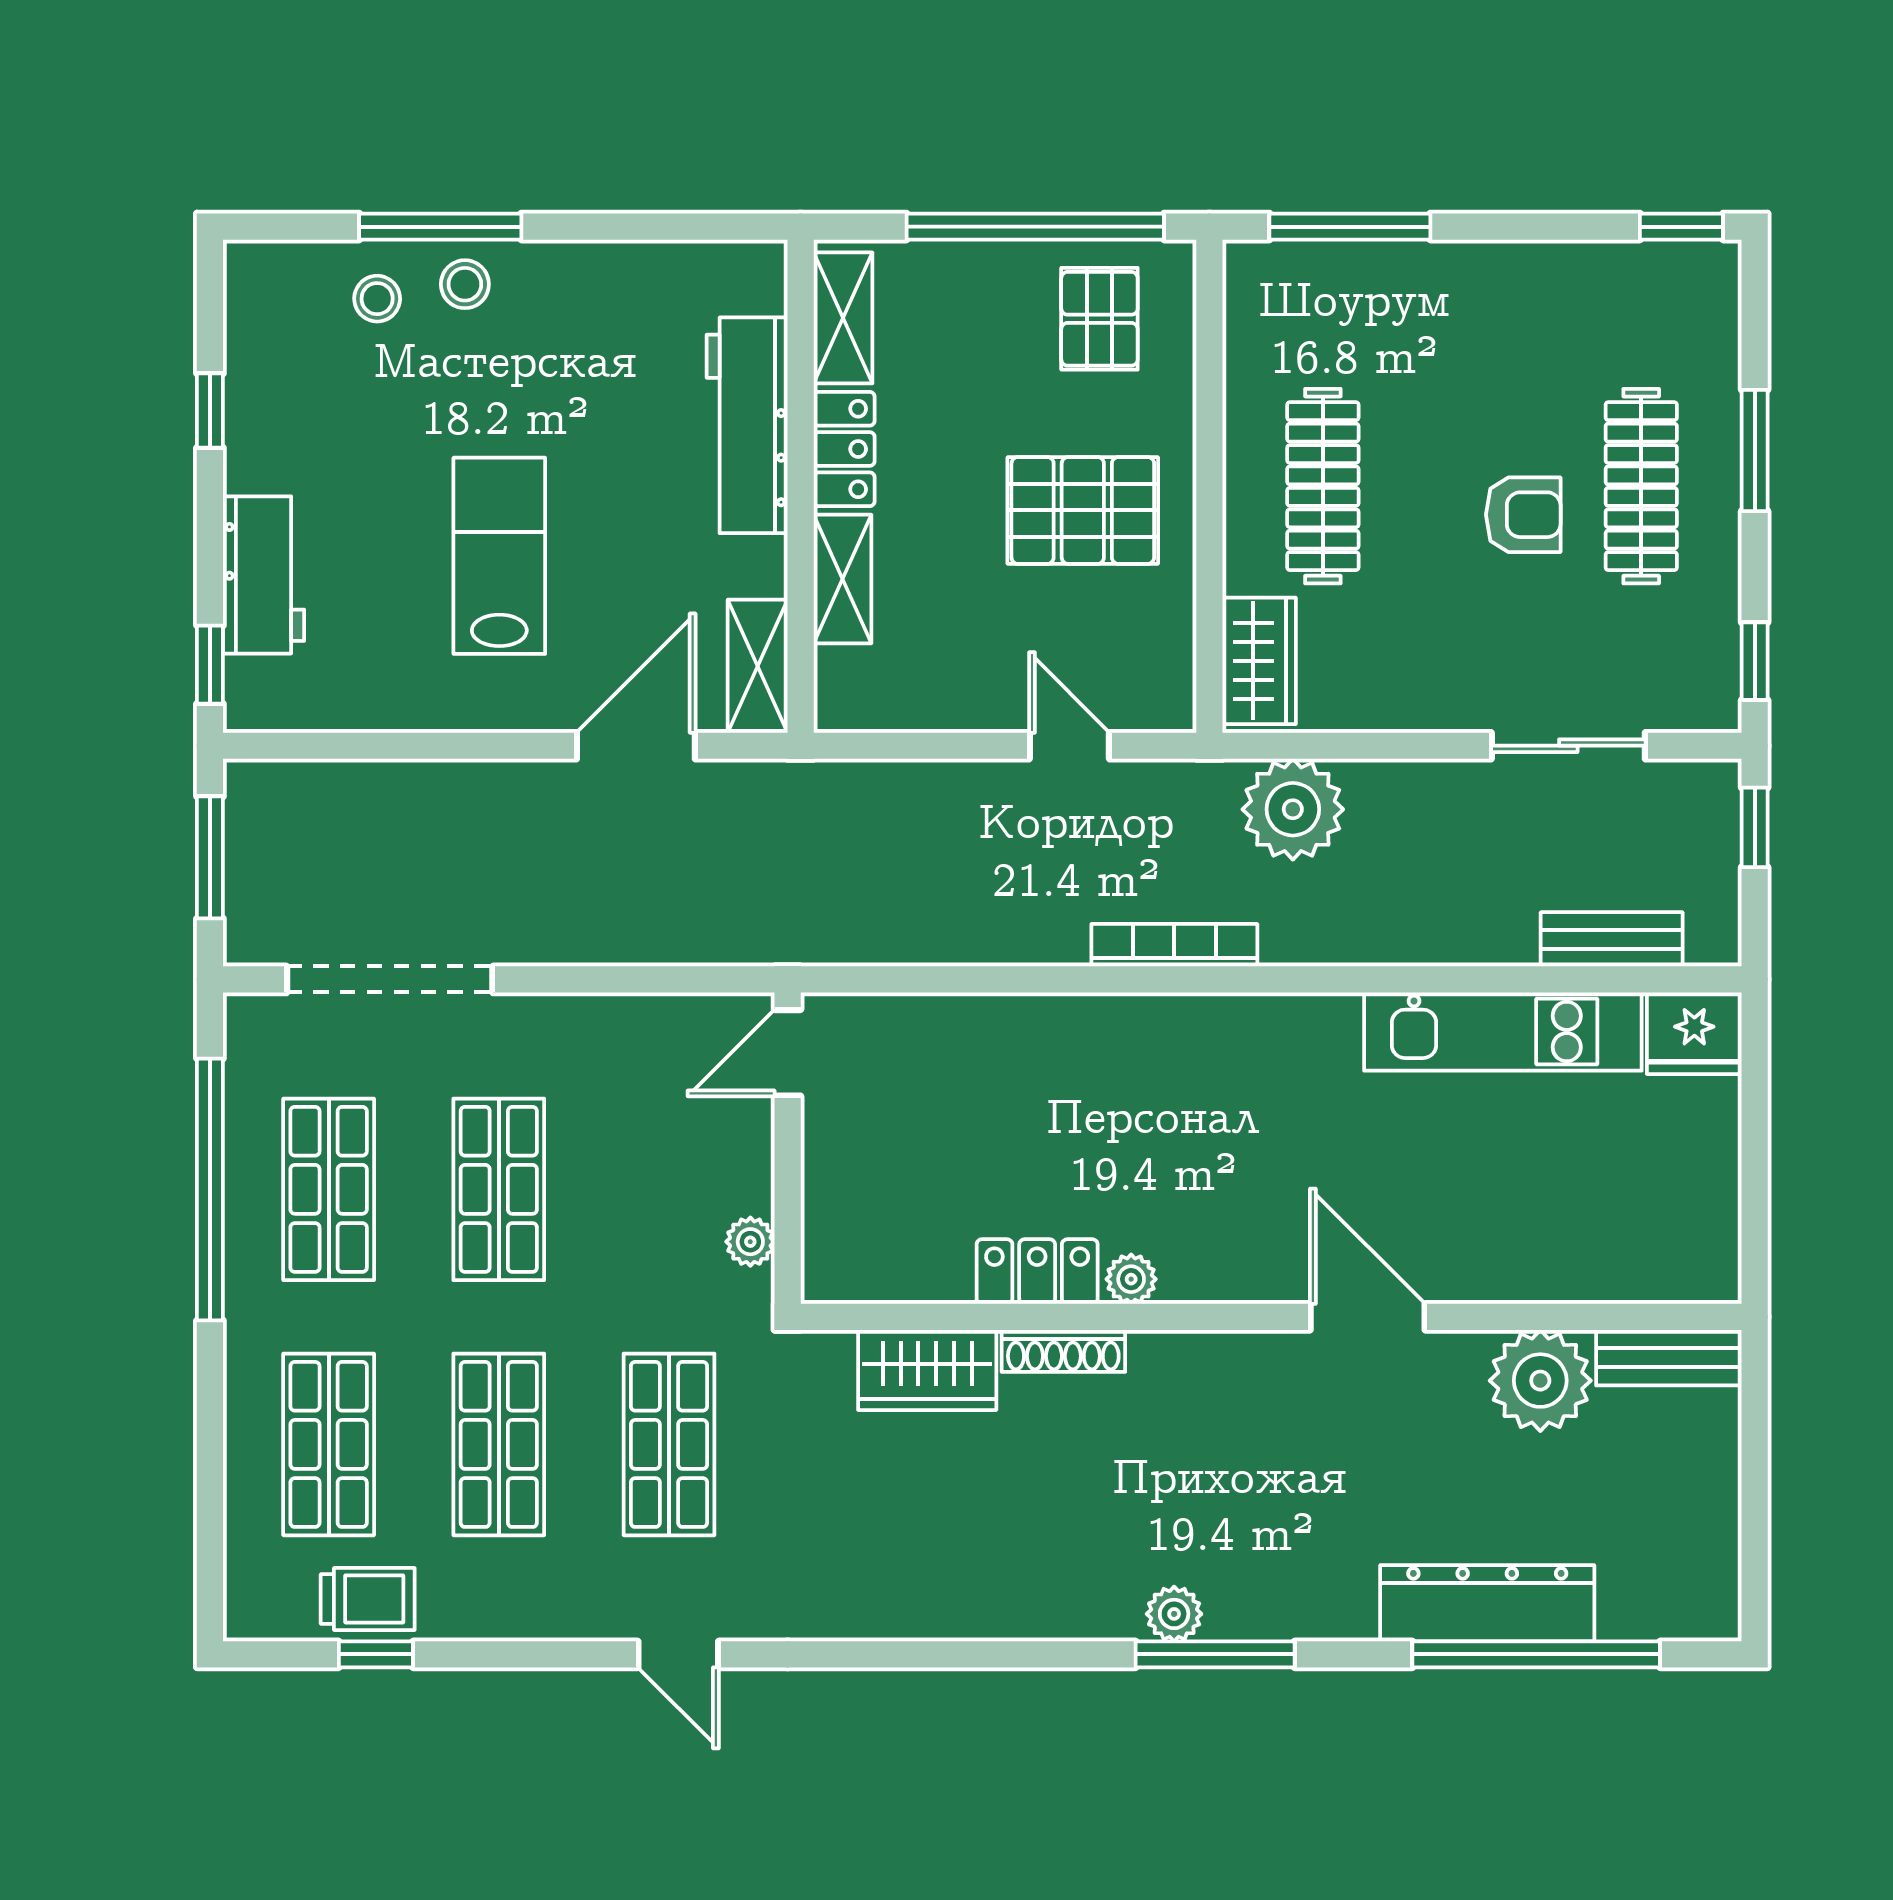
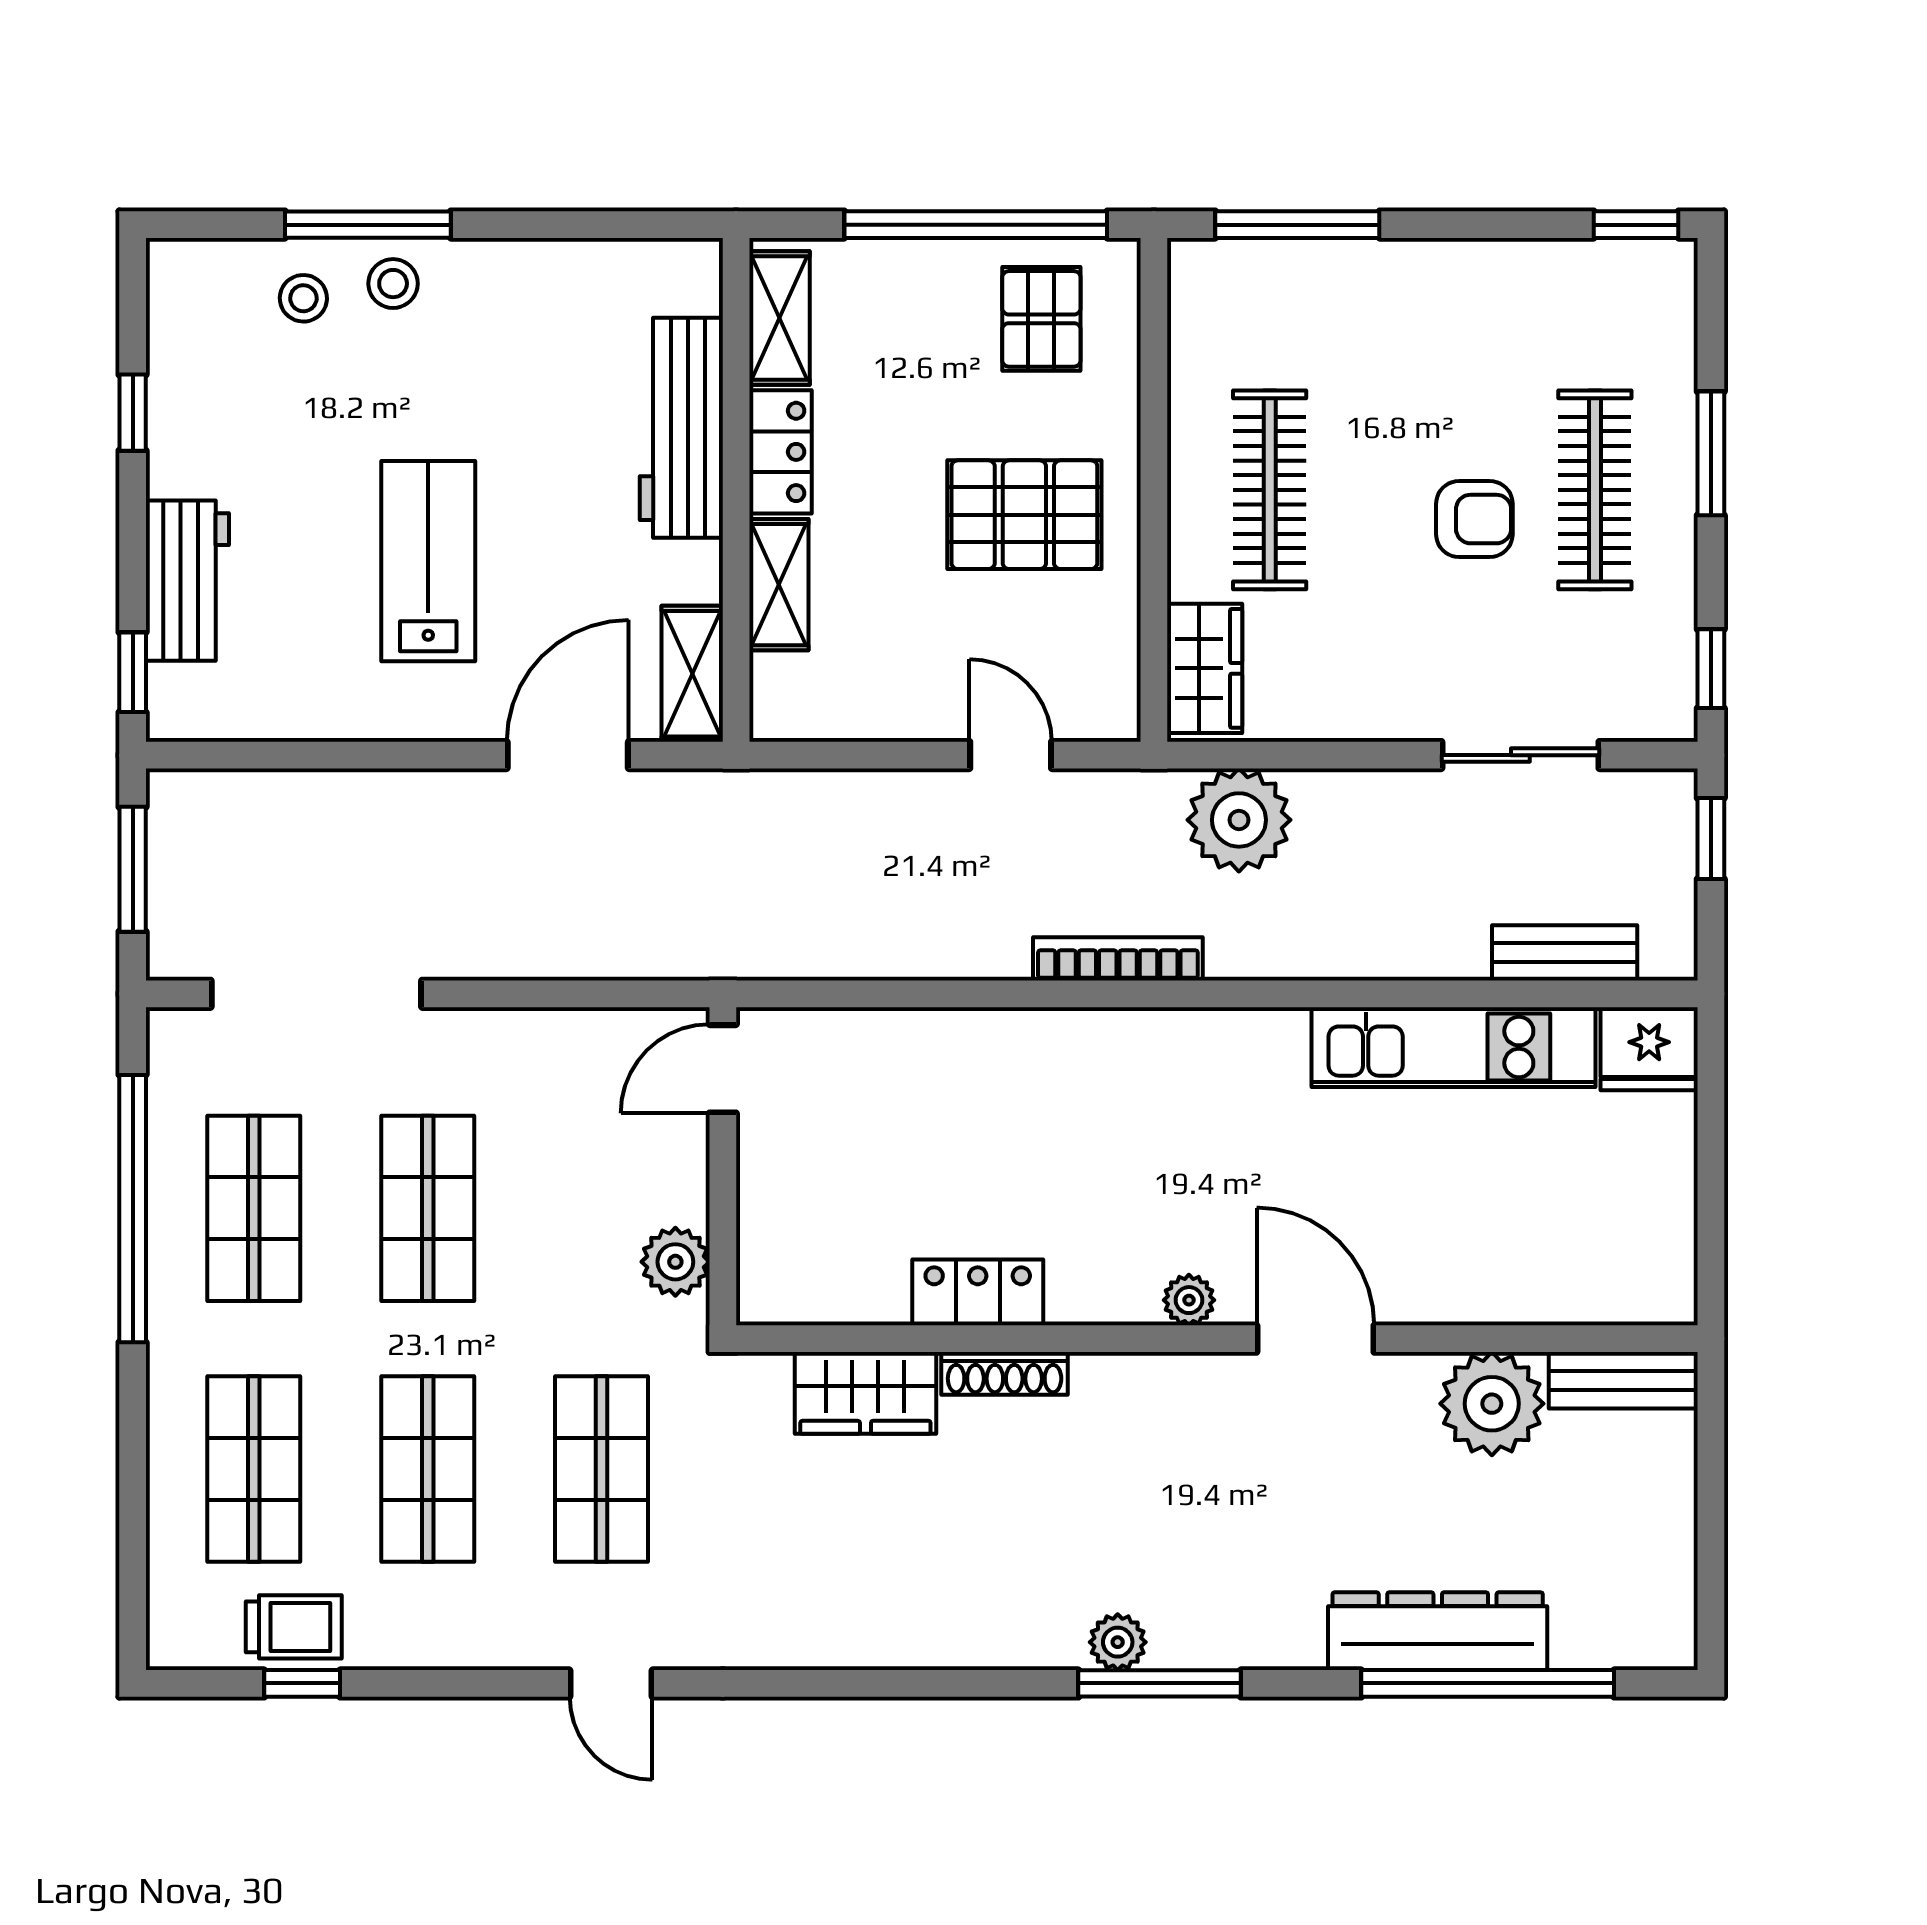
plant: (750, 1242) -> (675, 1262), width x1.38, depth x1.38
plant: (1131, 1279) -> (1189, 1300), moved

